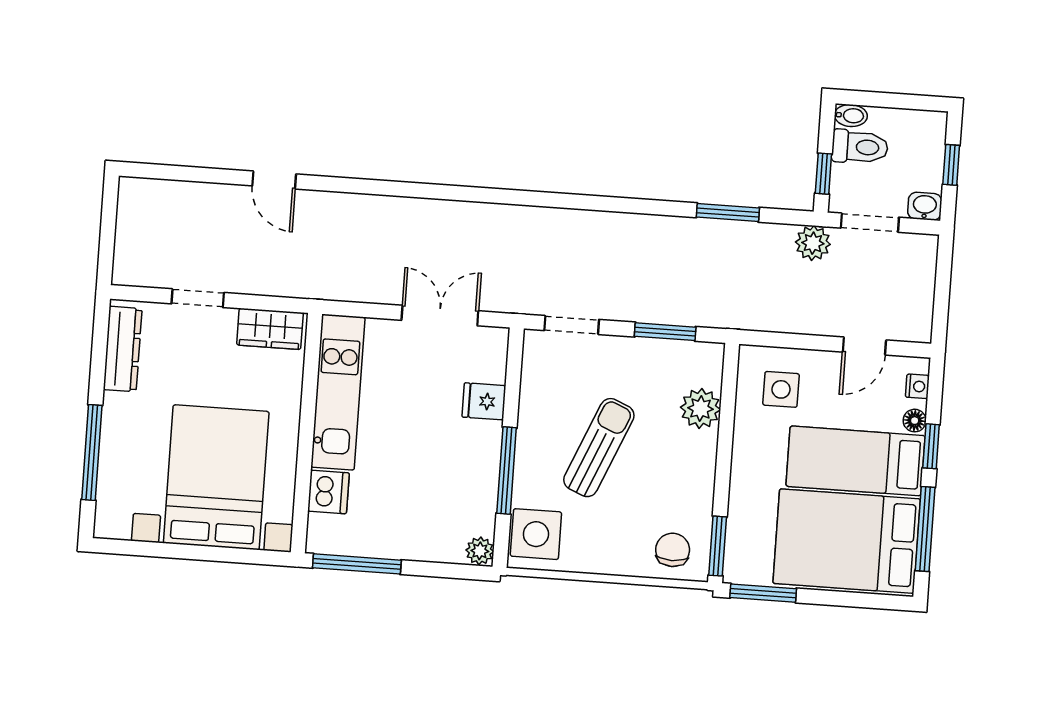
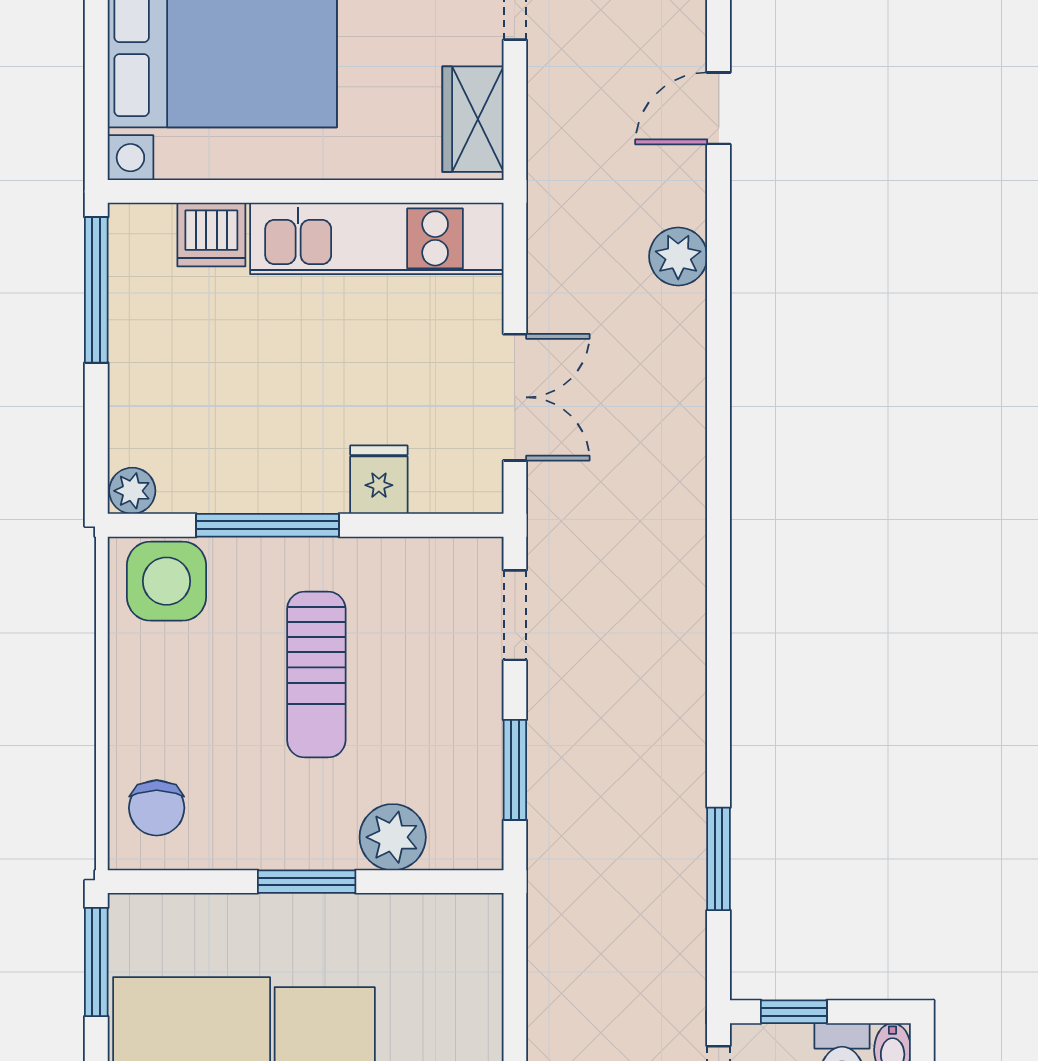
plant: (813, 243) -> (678, 256), moved
side table: (781, 389) -> (434, 967), removed
sun lounger: (599, 448) -> (316, 675), turned 67
window: (718, 546) -> (307, 882), moved
chair: (673, 550) -> (157, 808), turned 90

